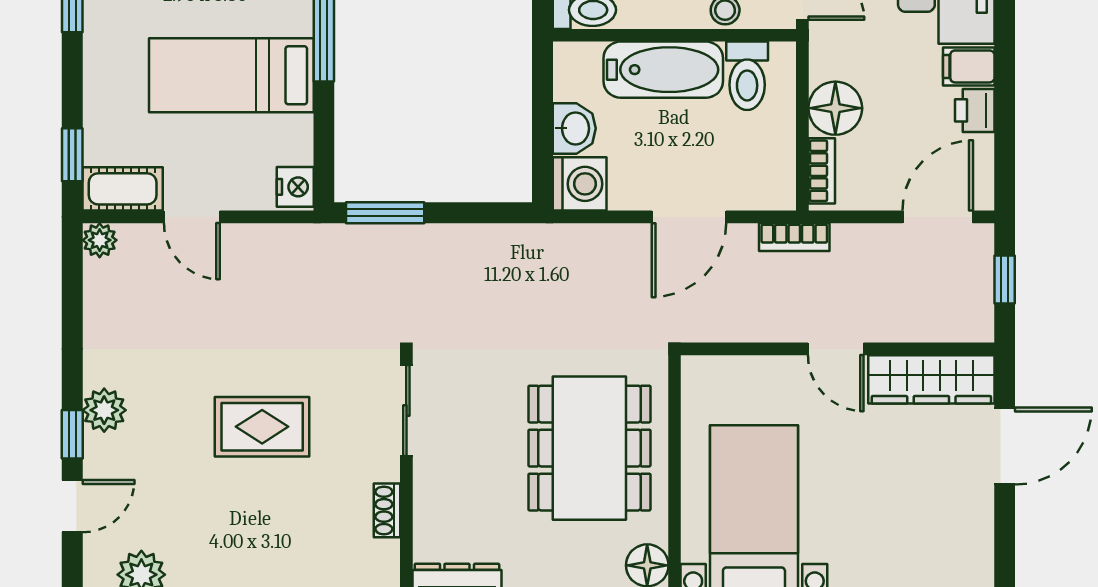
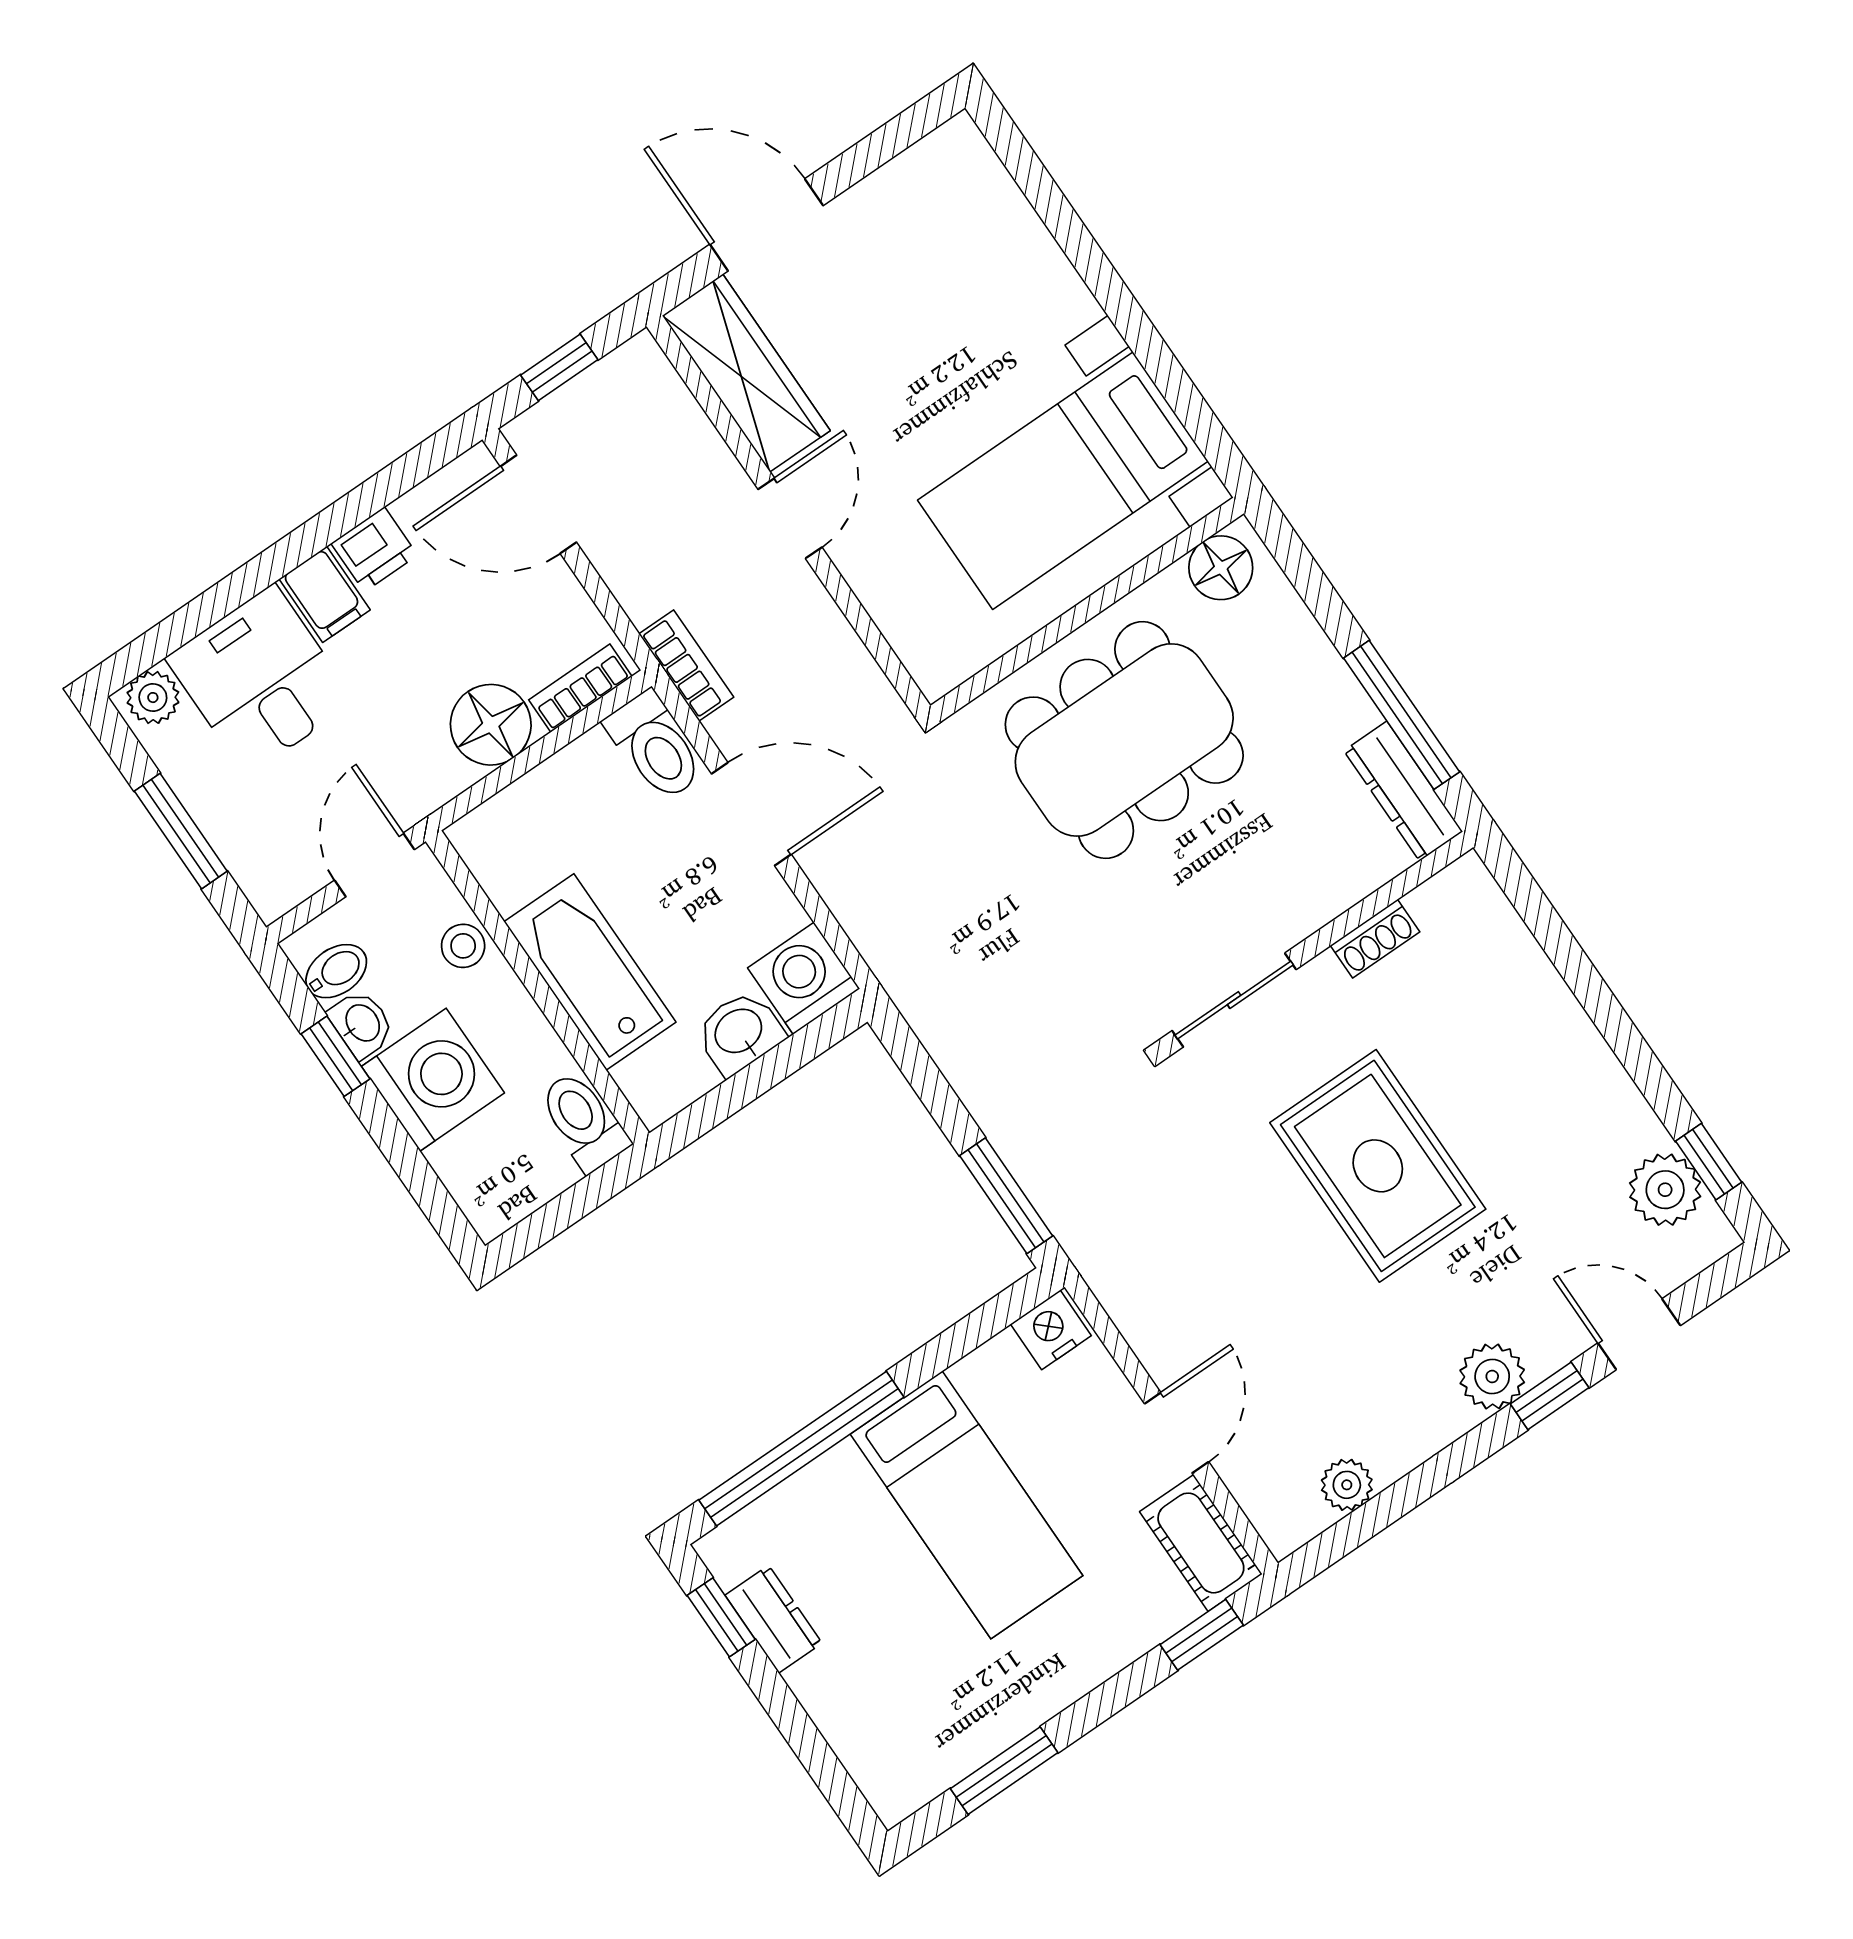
toilet: (747, 76) -> (655, 746), moved, turned 90
plant: (100, 240) -> (1347, 1485), moved
rug: (262, 427) -> (1378, 1166), width x1.36, depth x1.43

